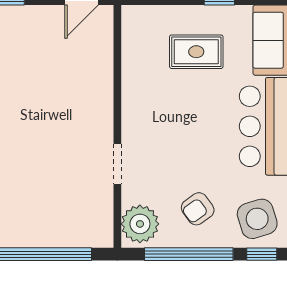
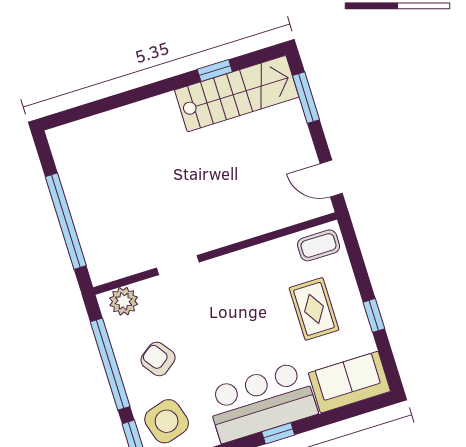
coffee table: (139, 29) -> (319, 245), added
plant: (140, 224) -> (124, 301), width x0.73, depth x0.73

